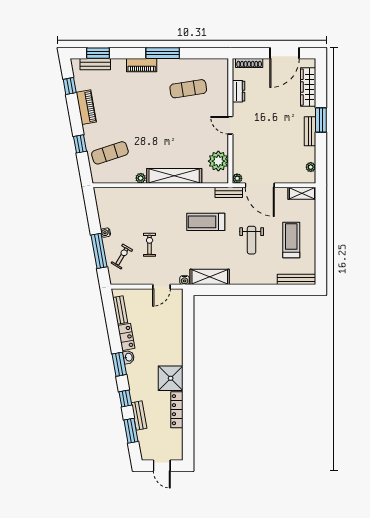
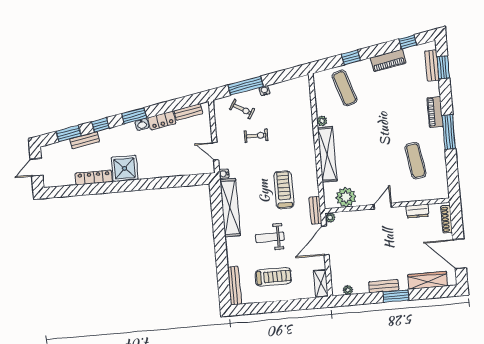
shelving: (210, 277) -> (230, 208), width x1.47

